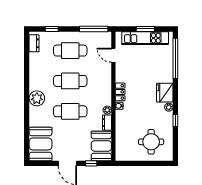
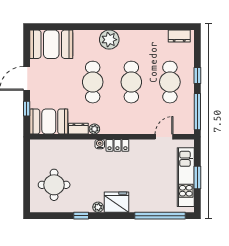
window: (52, 29) -> (197, 76), moved

